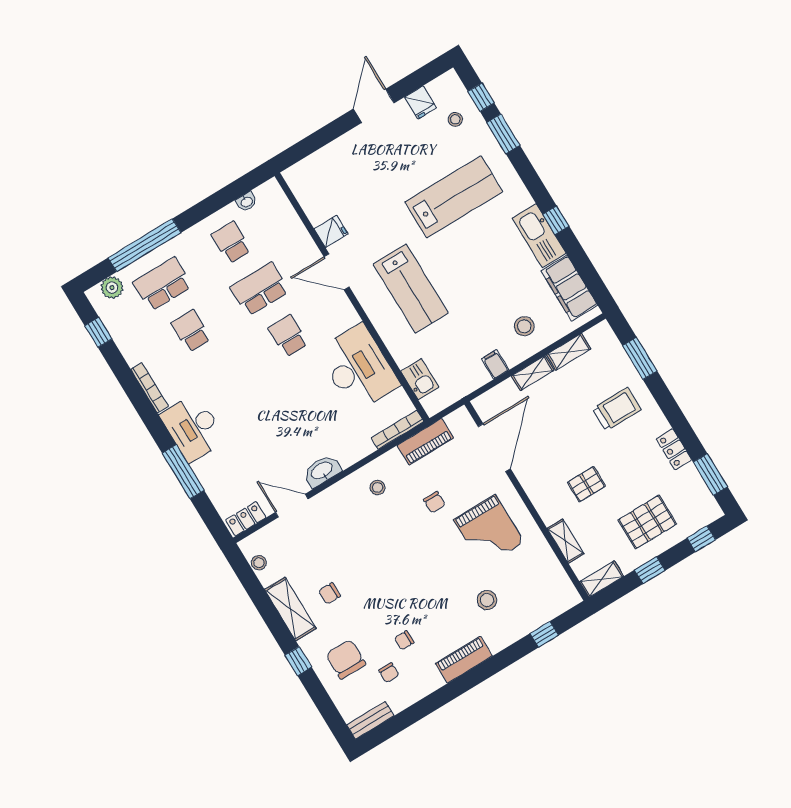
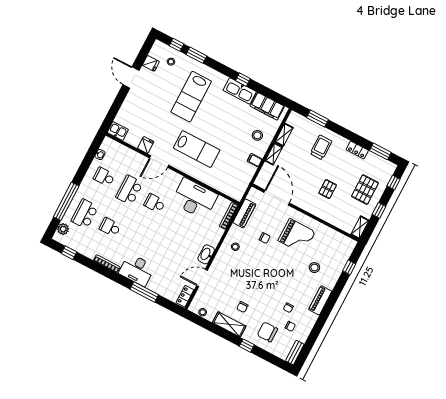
lab bench: (454, 197) -> (191, 97), turned 180
kitchen sink: (420, 379) -> (118, 131), moved
shelving: (566, 541) -> (334, 220), removed

